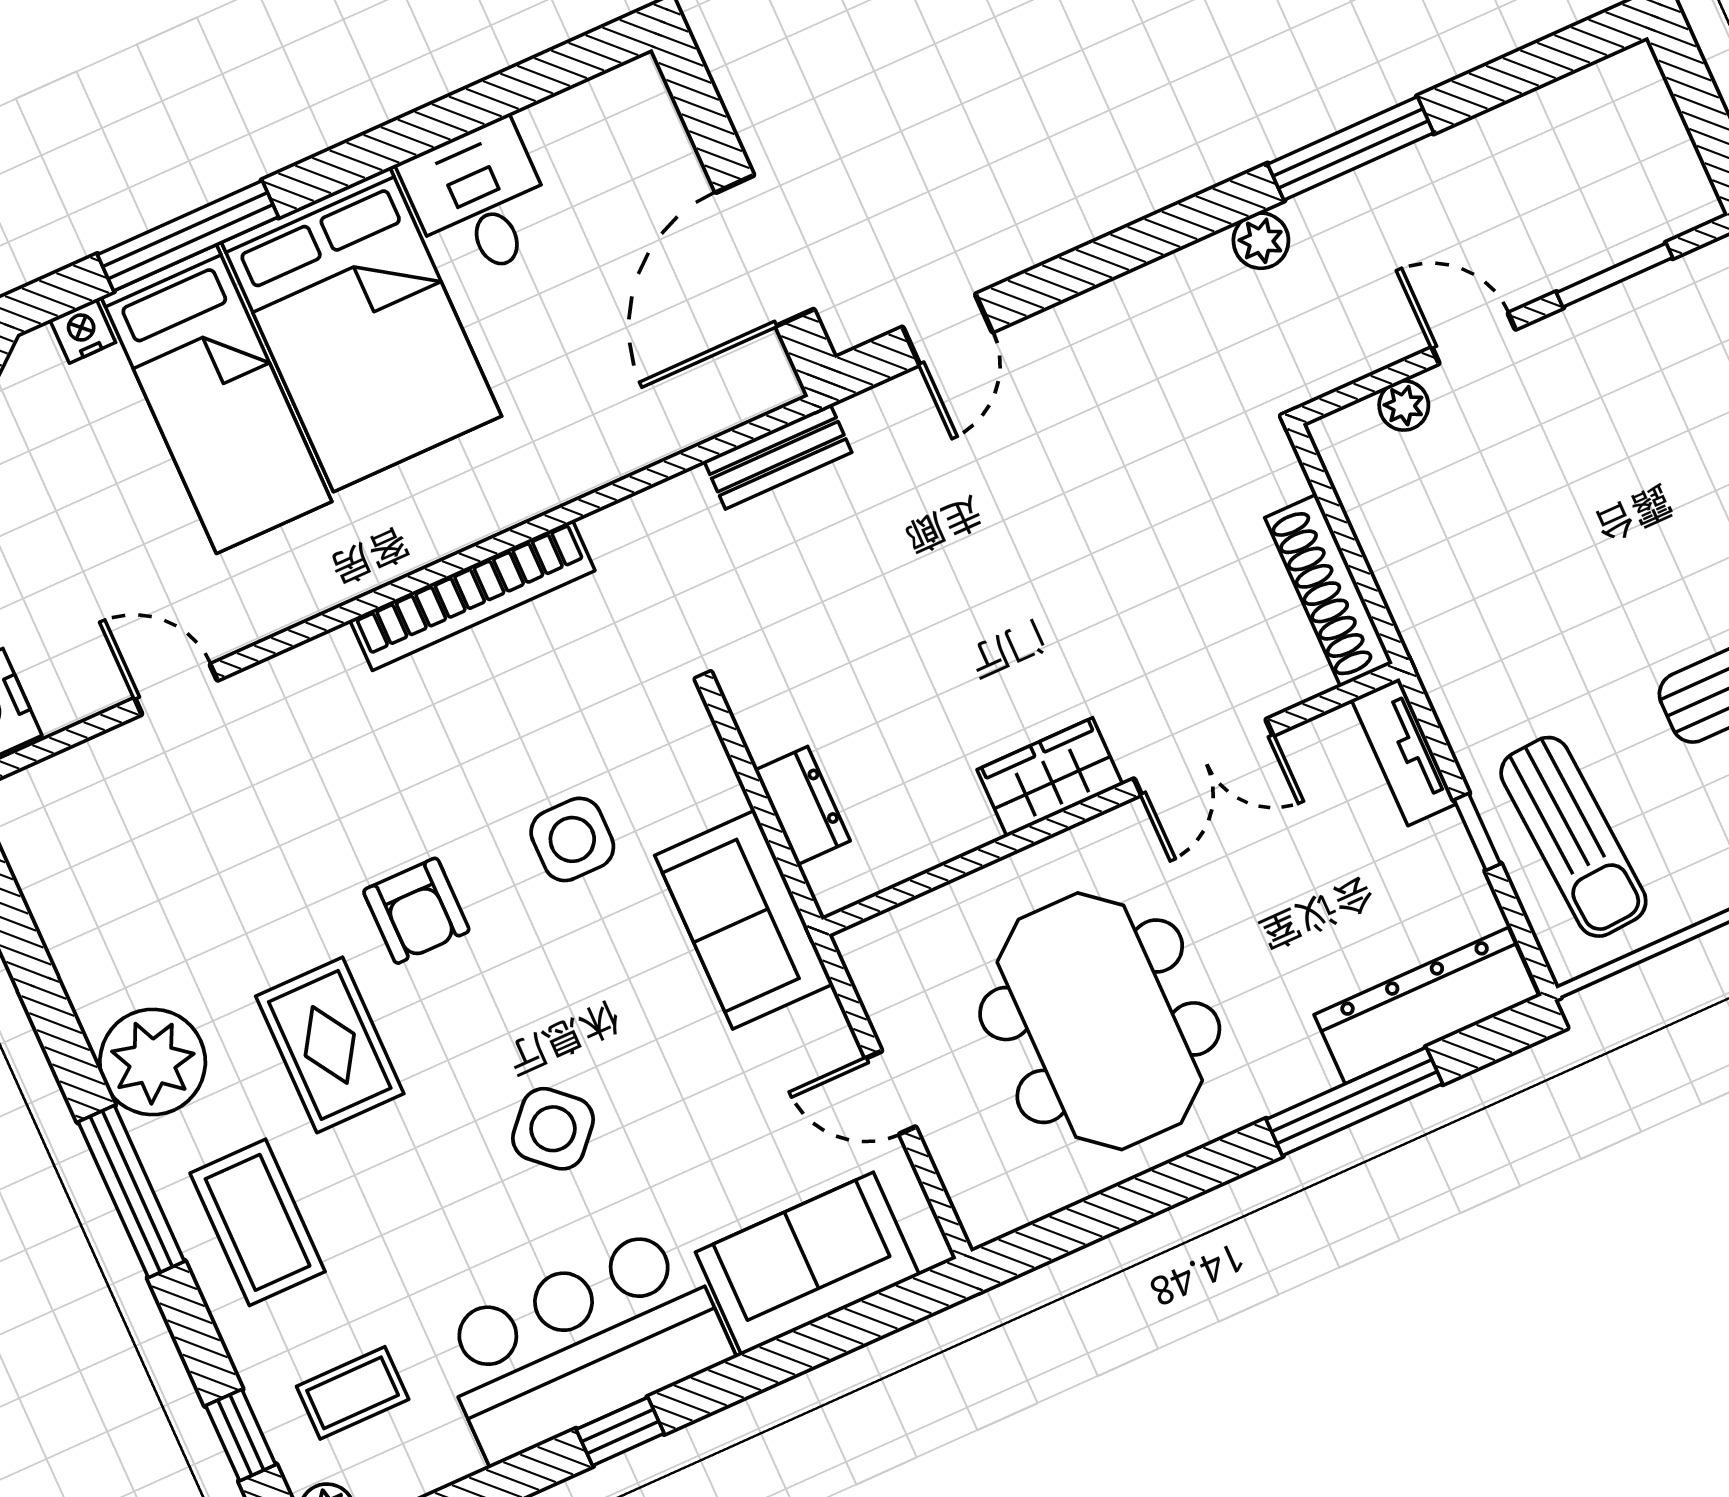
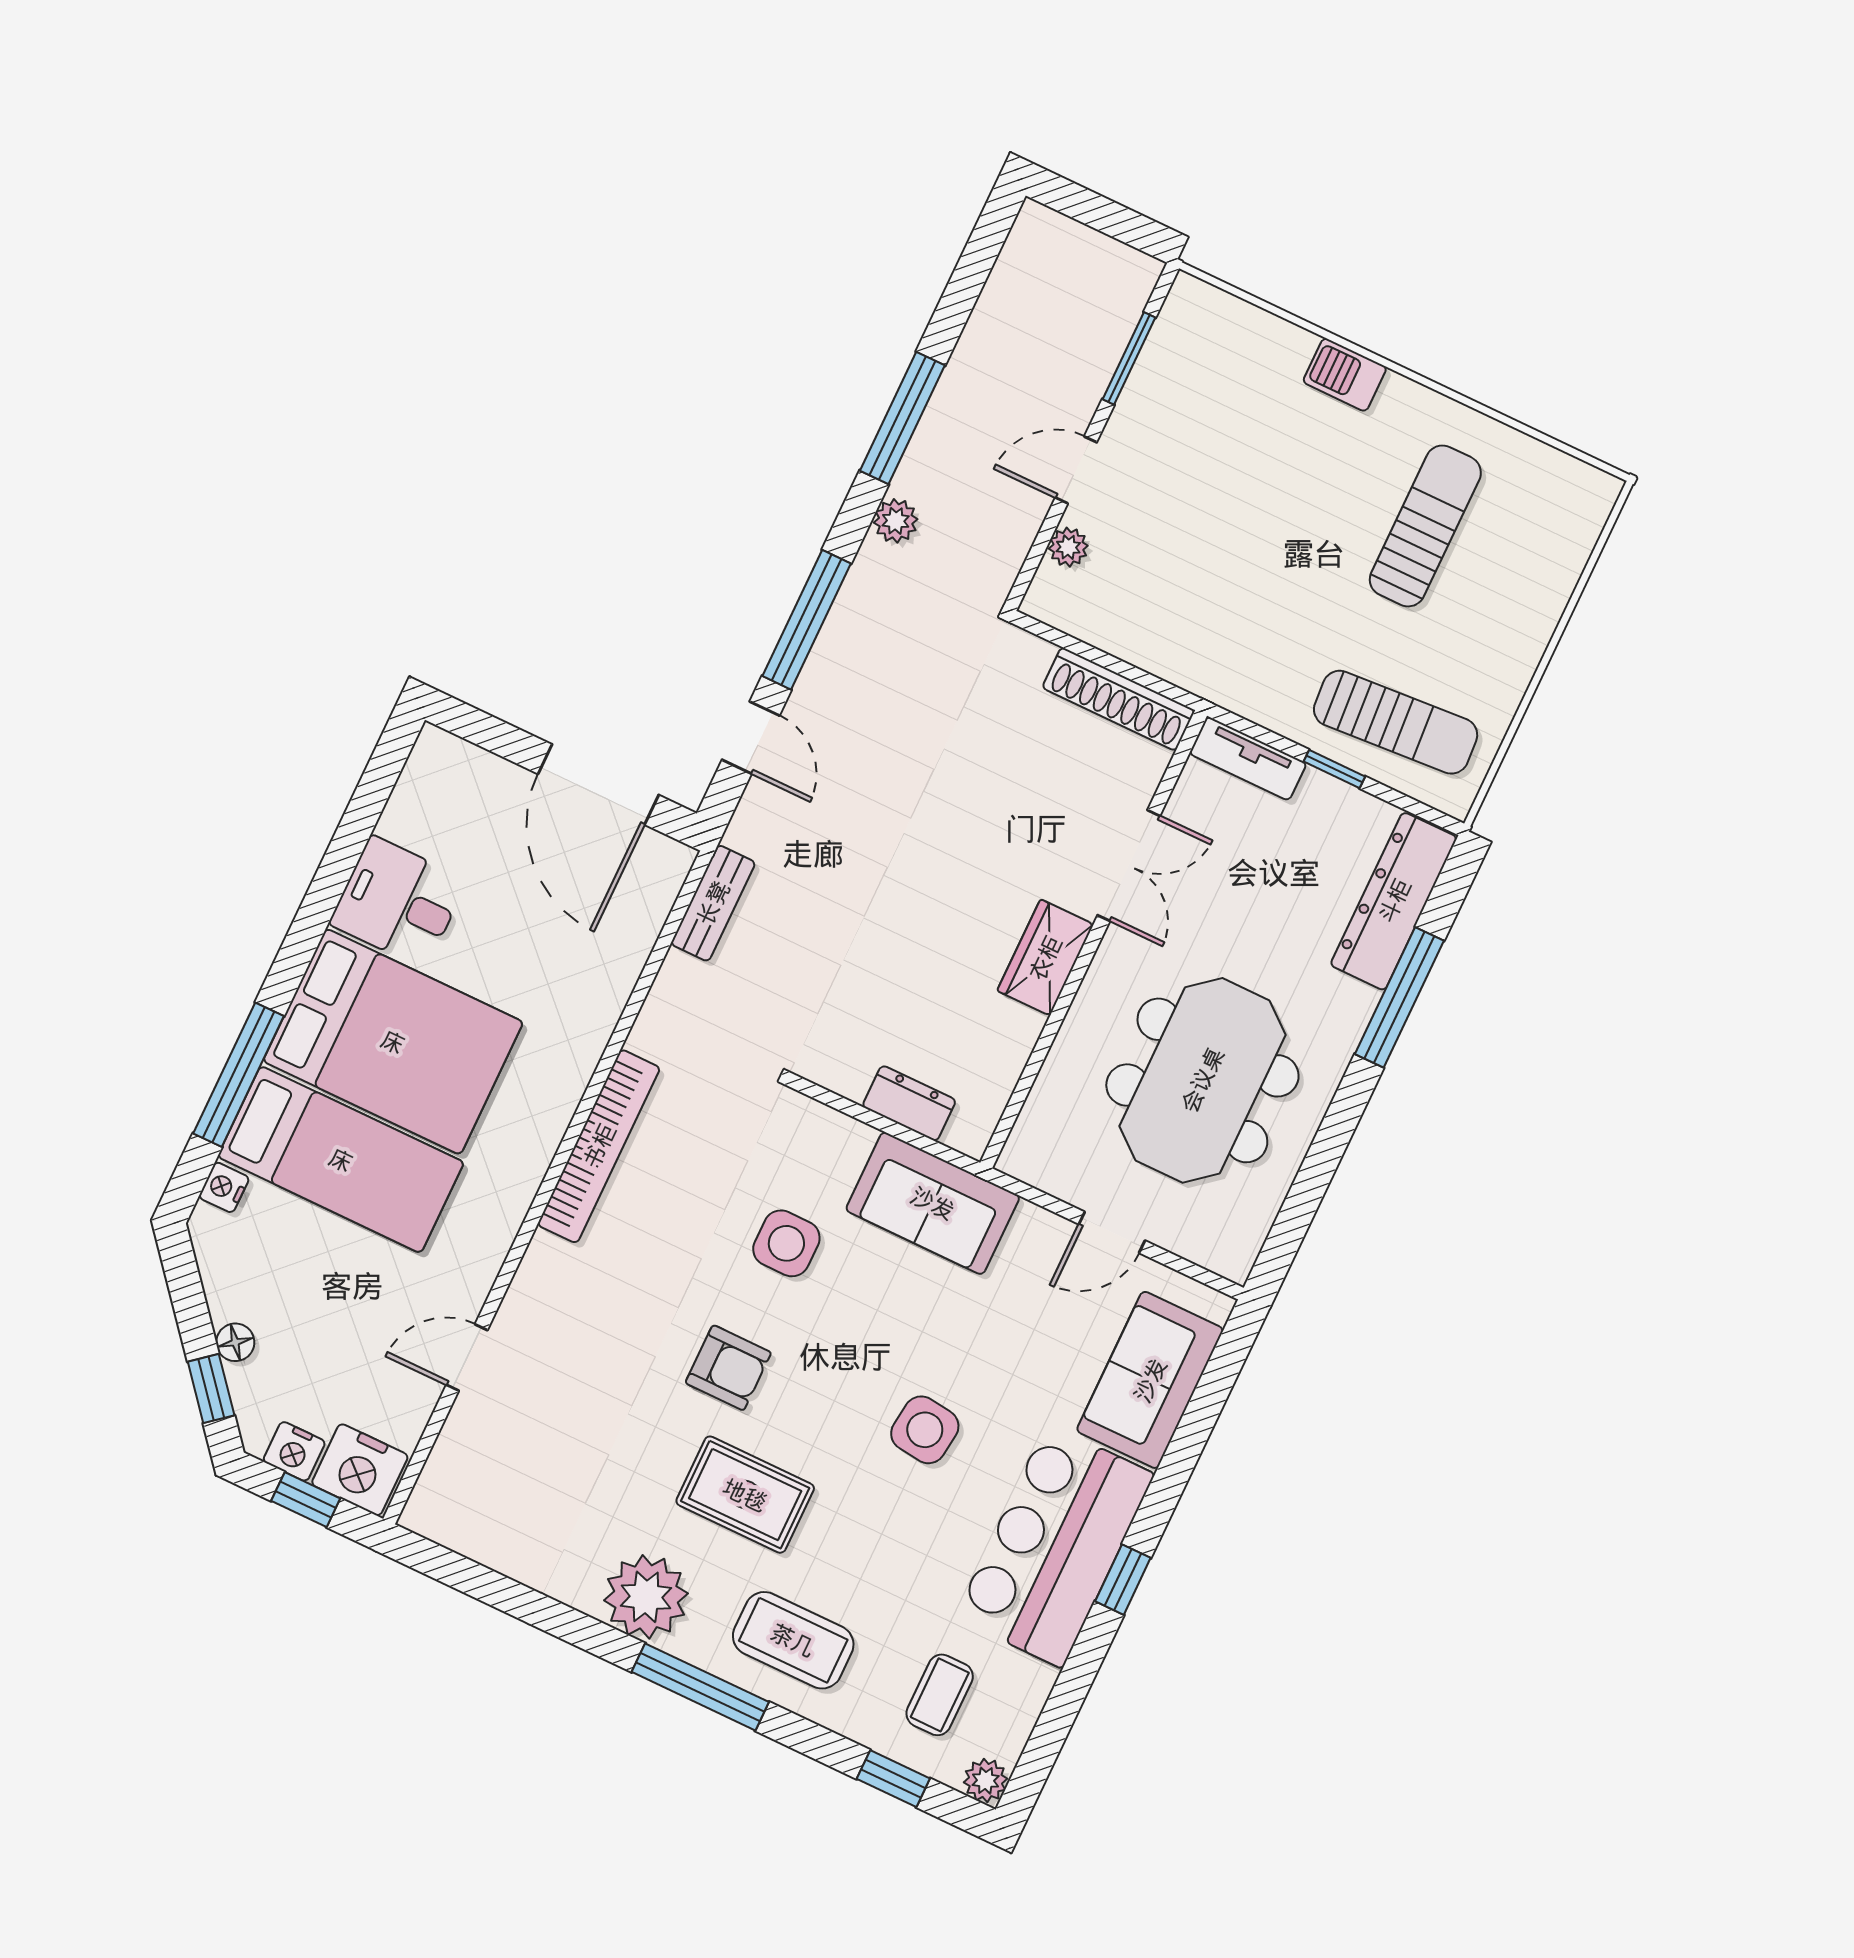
window: (1096, 263) -> (807, 620), added
meeting table: (1100, 1021) -> (1202, 1080), turned 90
side table: (553, 1129) -> (925, 1430), turned -35

